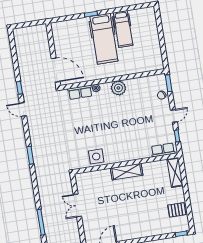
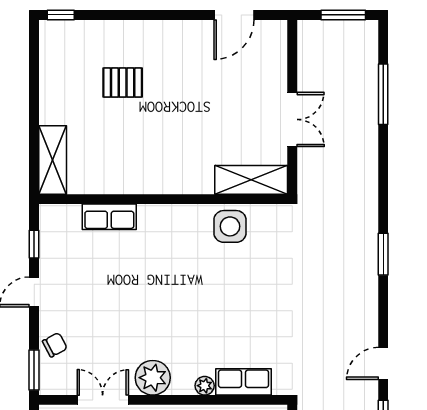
double door: (138, 75) -> (103, 400), added
door: (23, 109) -> (383, 363), swing flipped
row of seats: (163, 150) -> (109, 217), moved
shelving: (127, 172) -> (251, 180), moved
pallet: (177, 210) -> (123, 83), moved

